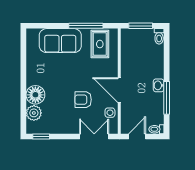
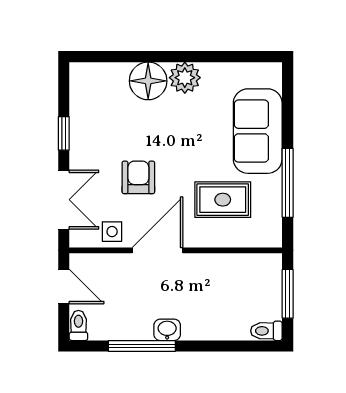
rug: (100, 44) -> (223, 200), moved
plant: (34, 113) -> (185, 78), moved
window: (41, 137) -> (64, 133), moved

